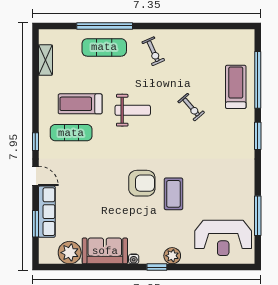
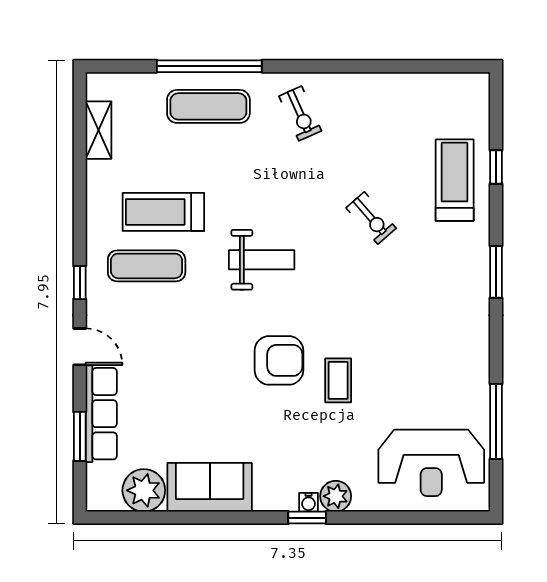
window: (258, 80) -> (496, 167), width x0.32
weight bench: (133, 110) -> (262, 260), moved
coffee table: (173, 194) -> (338, 380), width x0.73, depth x0.77
water cooler: (134, 259) -> (308, 502), moved

